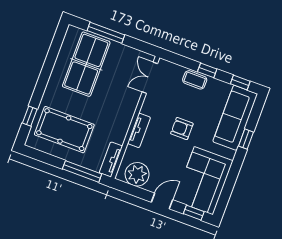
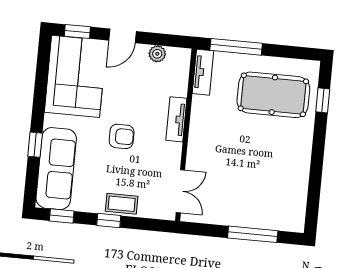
table tennis table: (86, 64) -> (267, 187), removed
plant: (137, 174) -> (157, 54), width x0.53, depth x0.53

